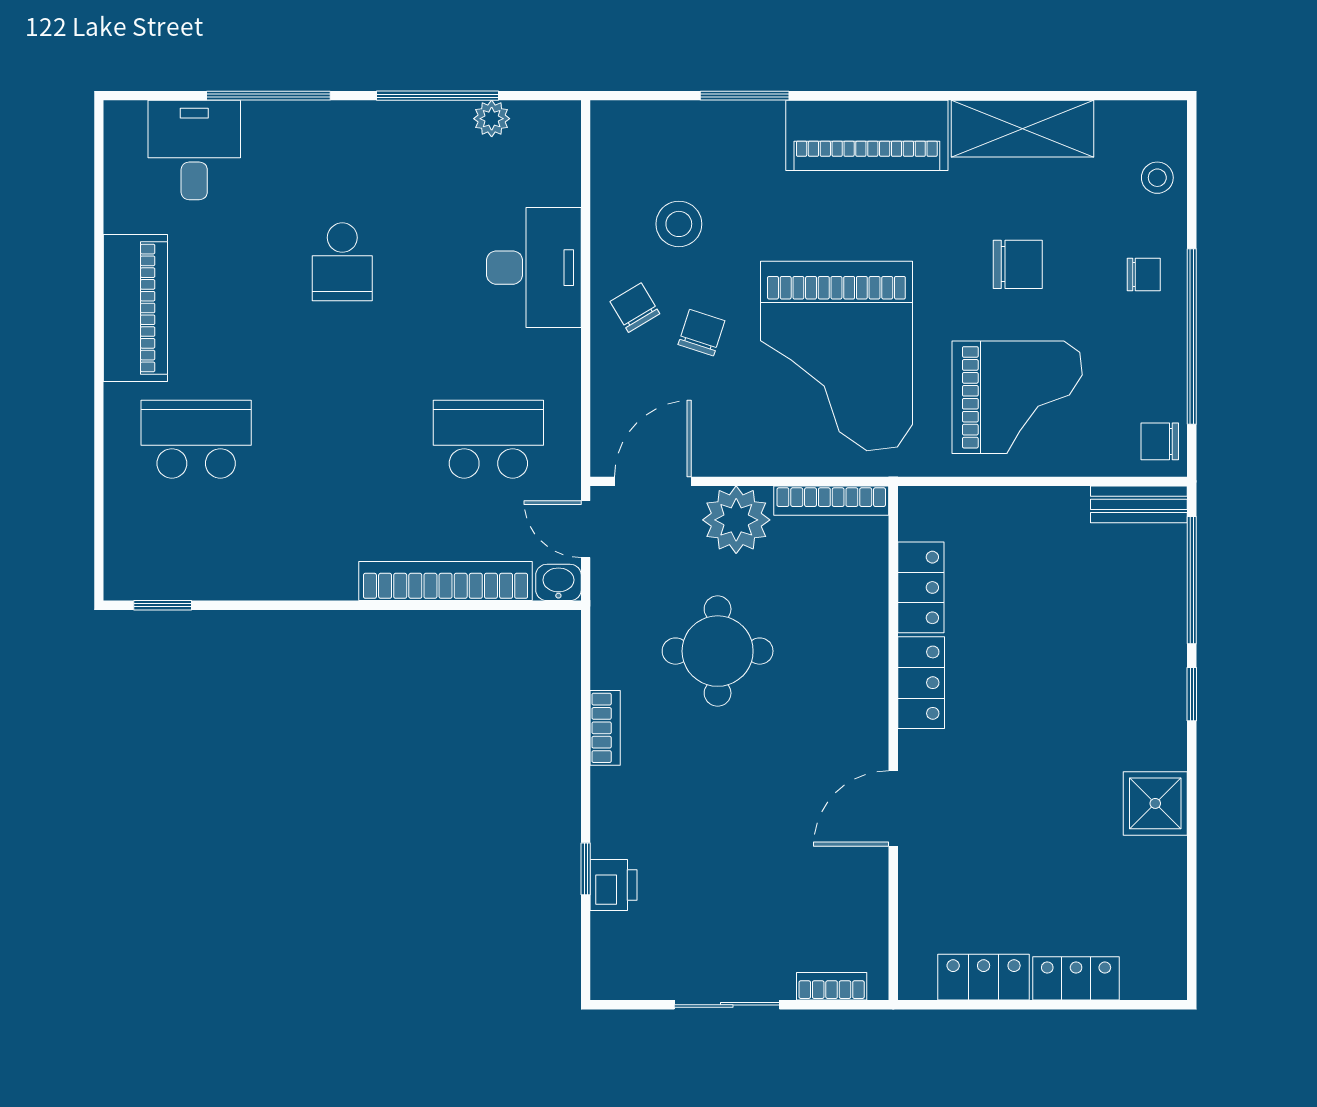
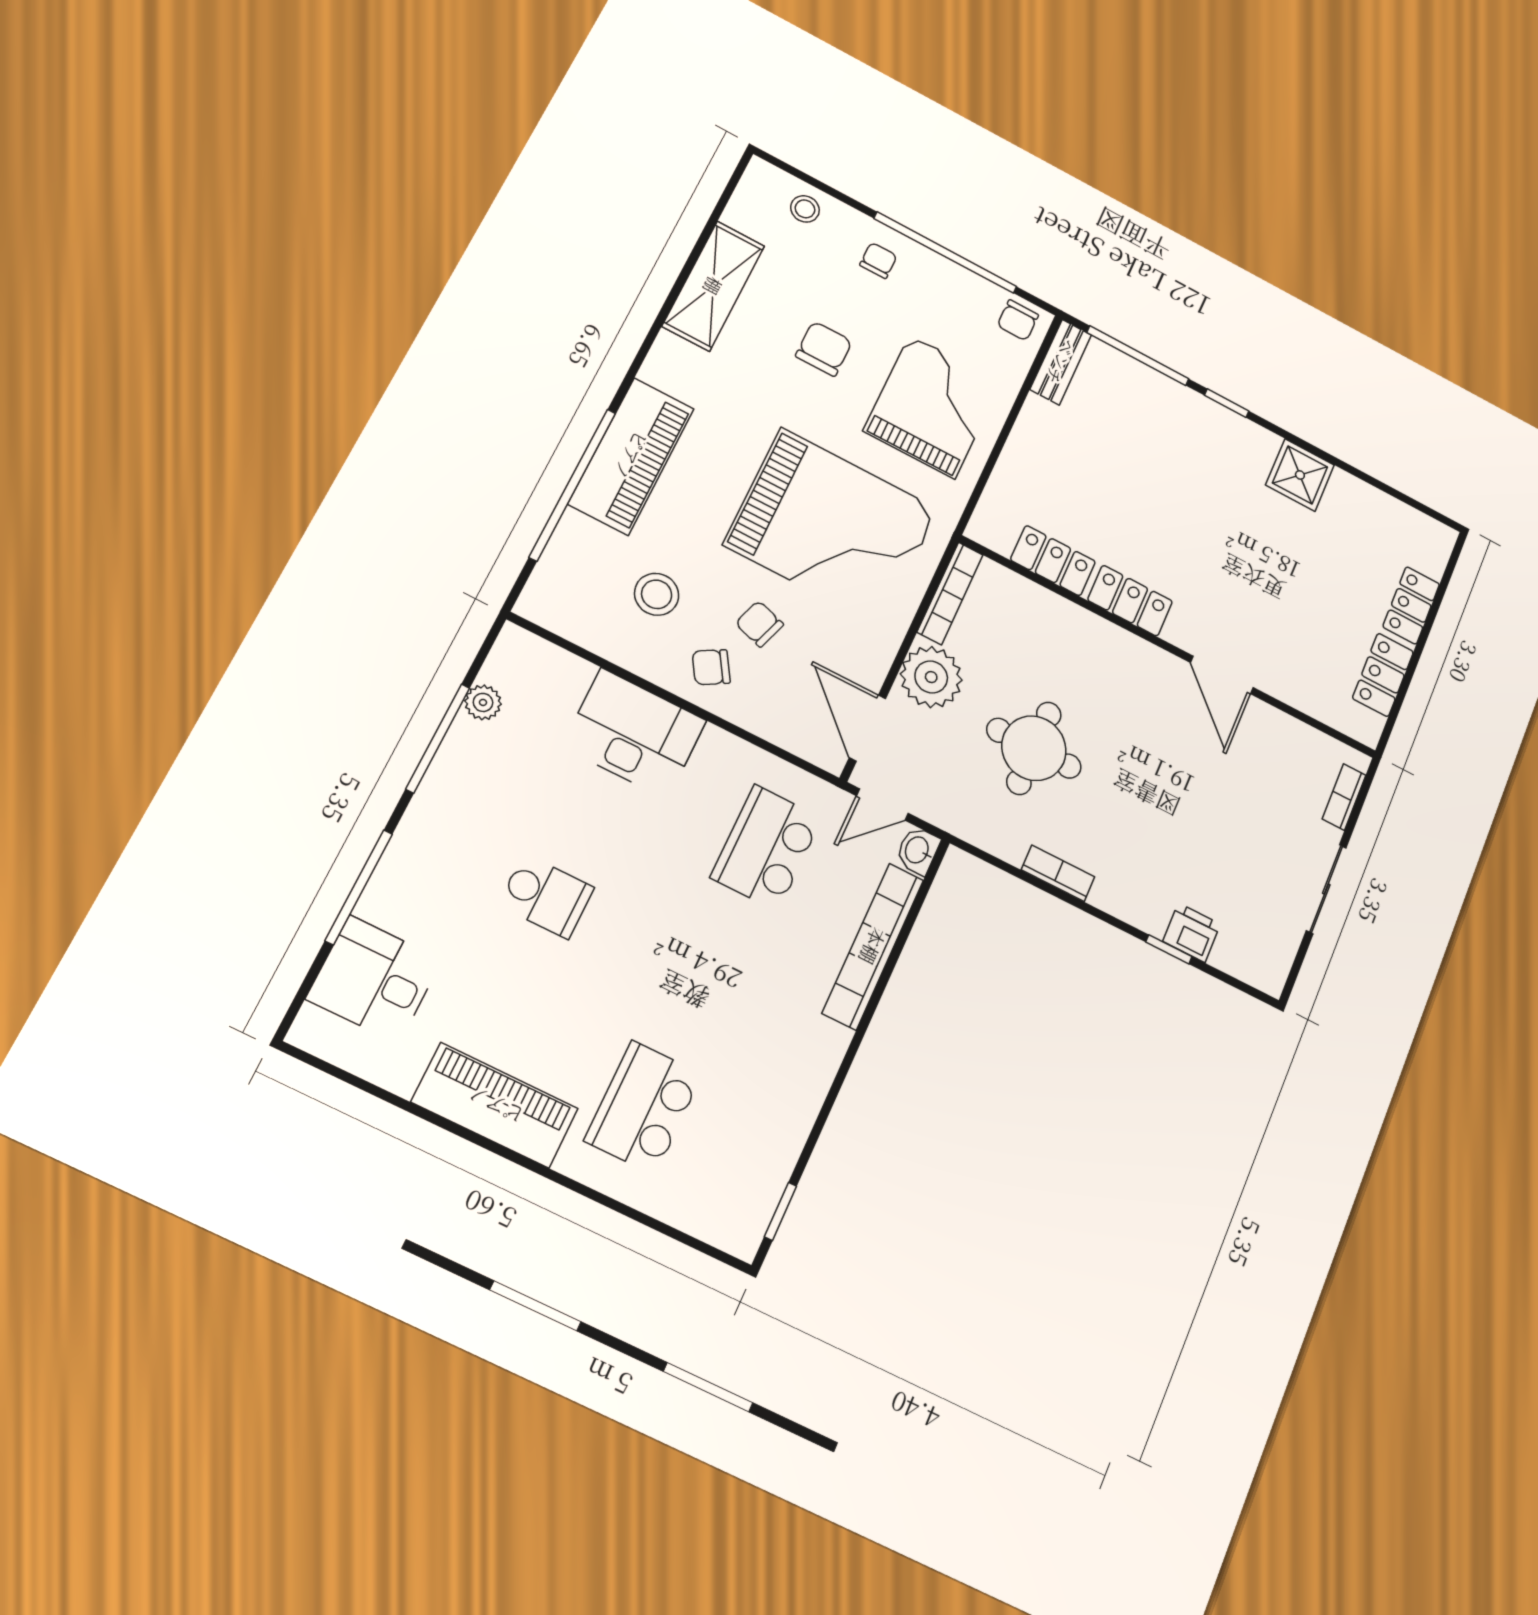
window: (745, 96) -> (573, 485), width x2.11
piano: (867, 135) -> (631, 456), moved

